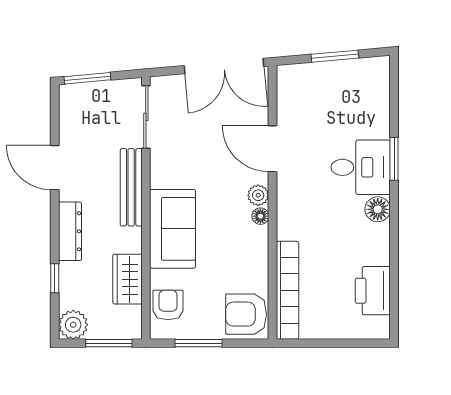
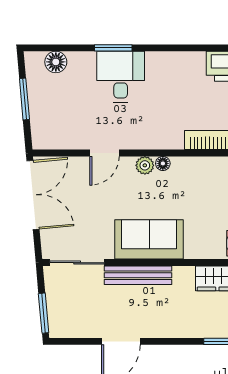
door: (272, 149) -> (105, 153), width x0.73
floor lamp: (378, 209) -> (56, 62), moved
sofa: (172, 229) -> (149, 239), moved
dresser: (70, 231) -> (176, 328), removed

